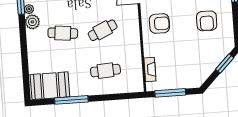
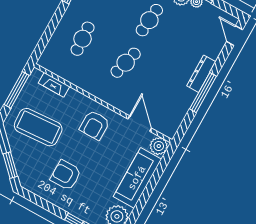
cafe table: (103, 30) -> (126, 63), turned 39
coffee table: (186, 61) -> (38, 127), added

